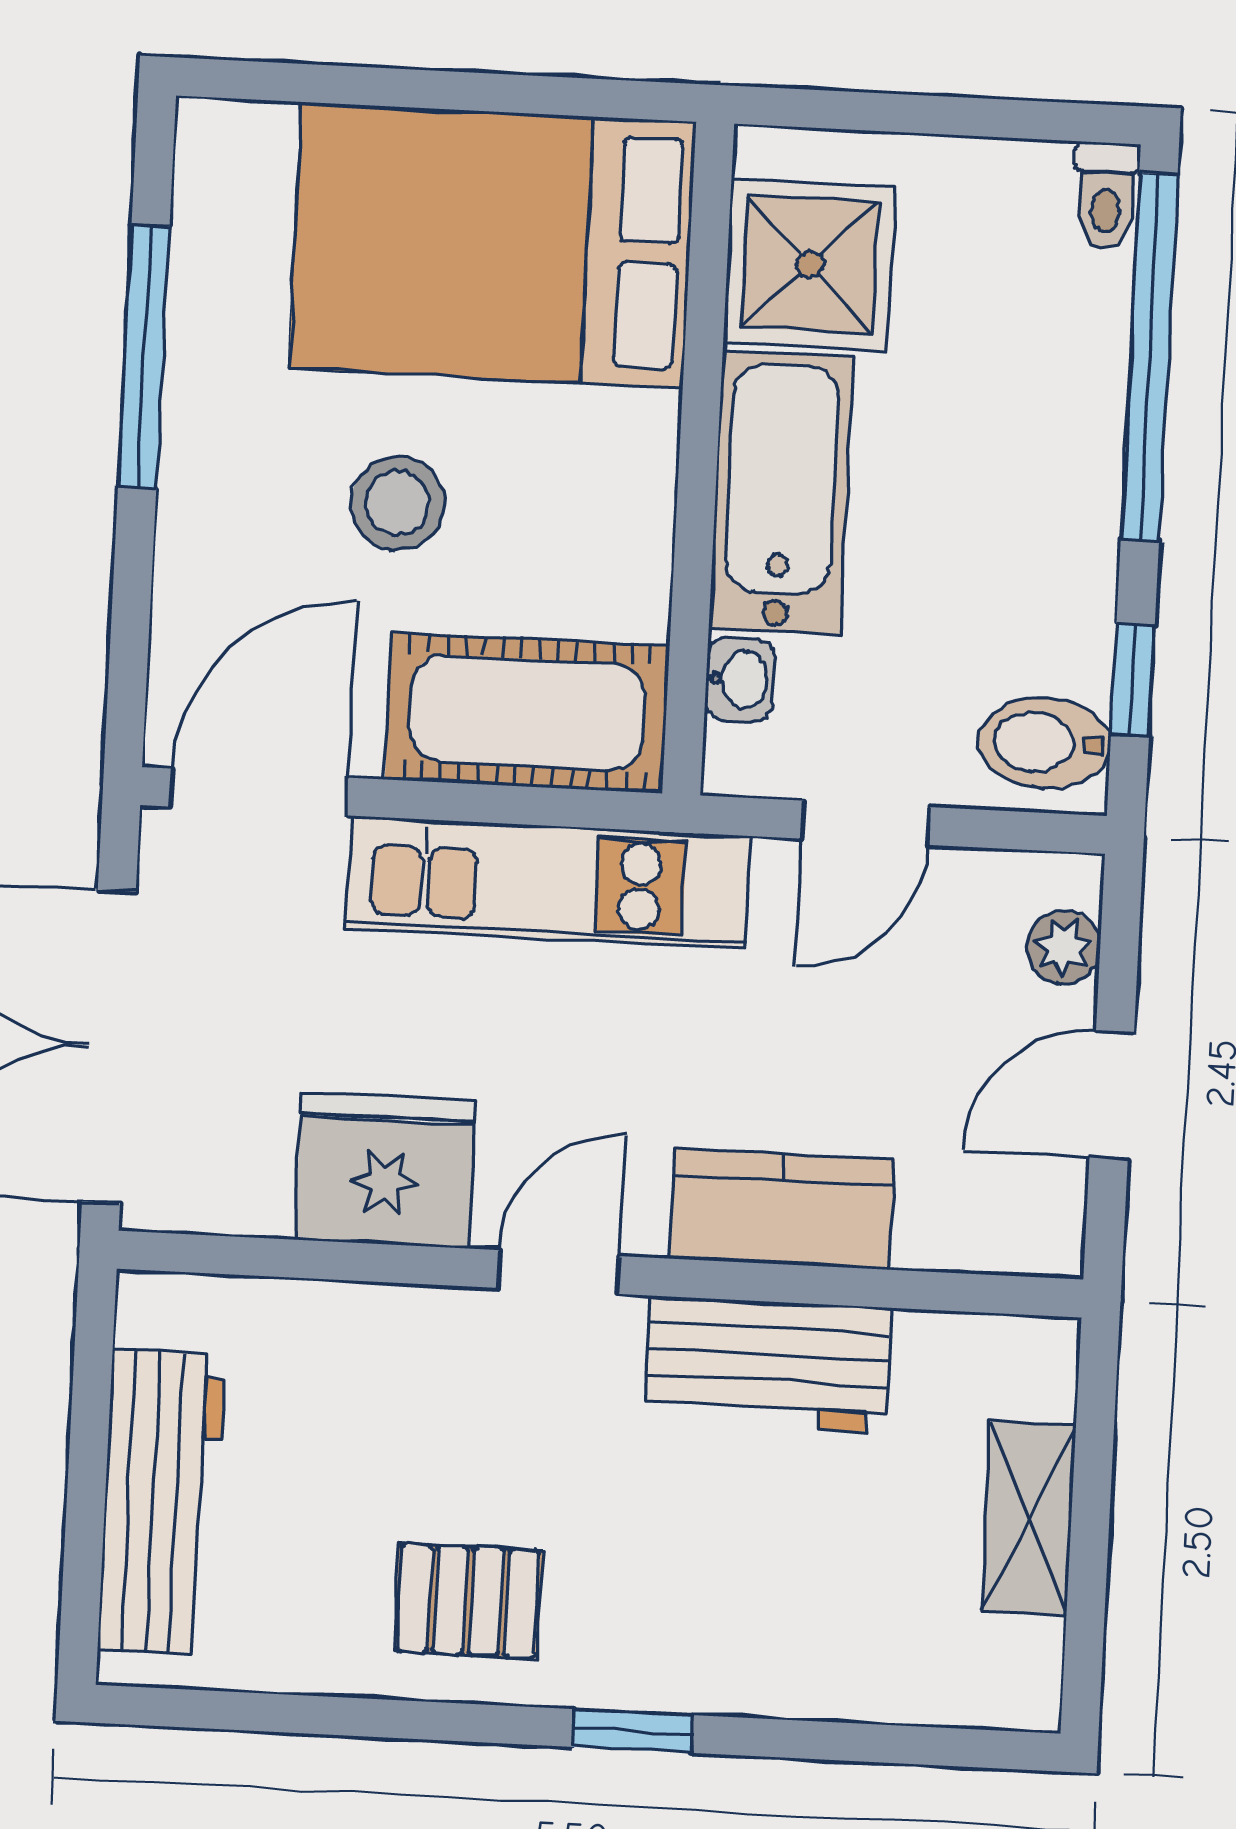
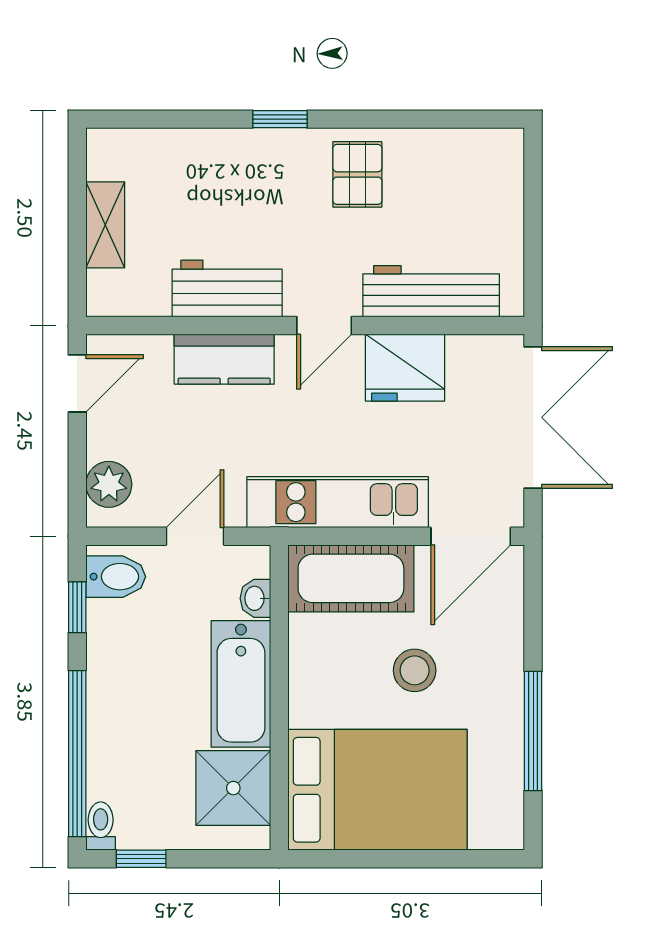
window: (1020, 119) -> (141, 859), added
plant: (1063, 947) -> (109, 484), width x1.38, depth x1.38
door: (1112, 1095) -> (77, 383), moved
workbench: (161, 1502) -> (431, 291), moved, turned 90
pallet: (468, 1601) -> (357, 174), turned 90

